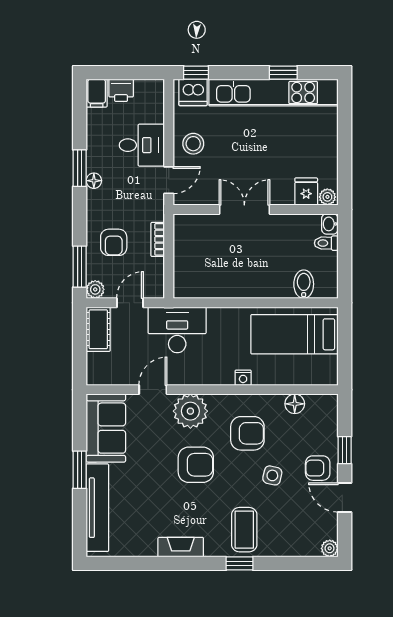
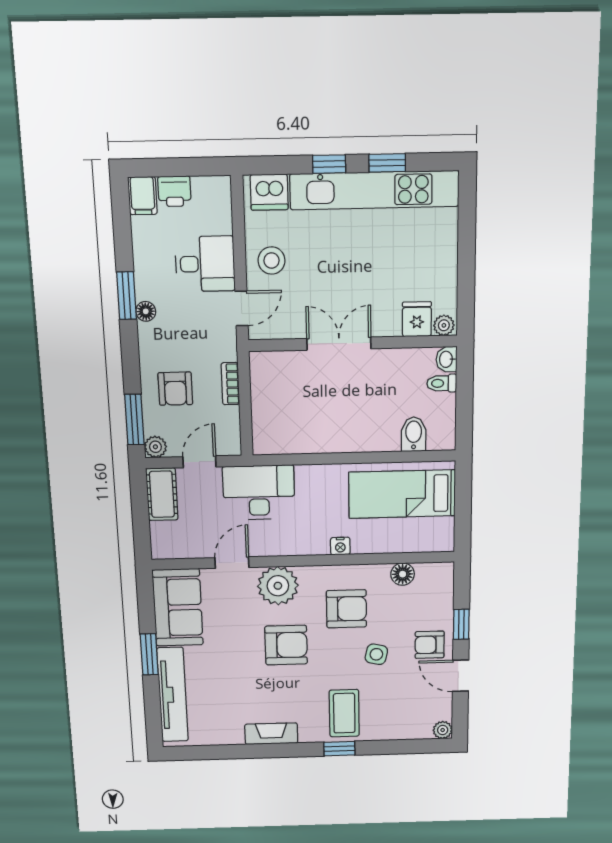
window: (196, 73) -> (329, 164), moved

